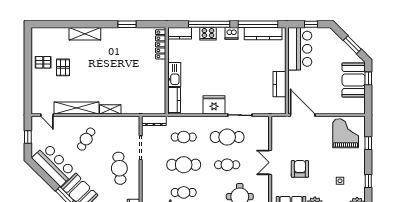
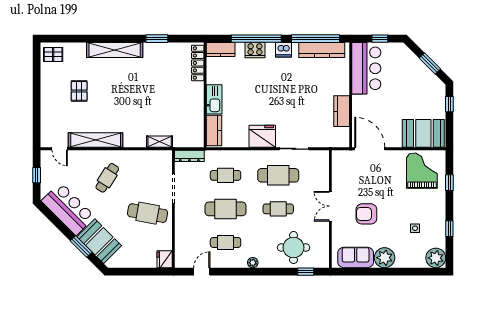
shelving: (85, 34) -> (115, 50), width x1.47
pallet: (43, 62) -> (53, 55), moved
booth: (354, 80) -> (423, 133), moved, turned 90
shelving: (110, 109) -> (160, 142), moved
cafe table: (119, 168) -> (148, 213), turned -75
armchair: (300, 169) -> (366, 214), turned -90

